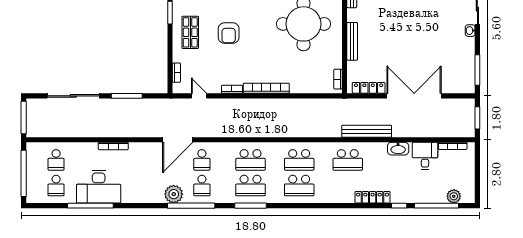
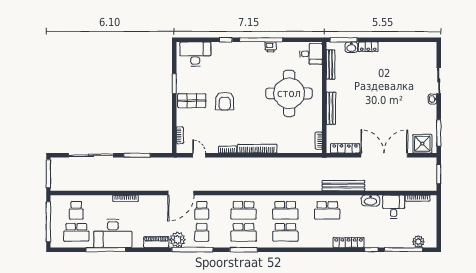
shop shelf: (190, 32) -> (192, 101), turned 90
shower: (458, 82) -> (422, 144), added
school desk: (56, 186) -> (76, 232), width x1.85
piano: (149, 197) -> (156, 242), added

